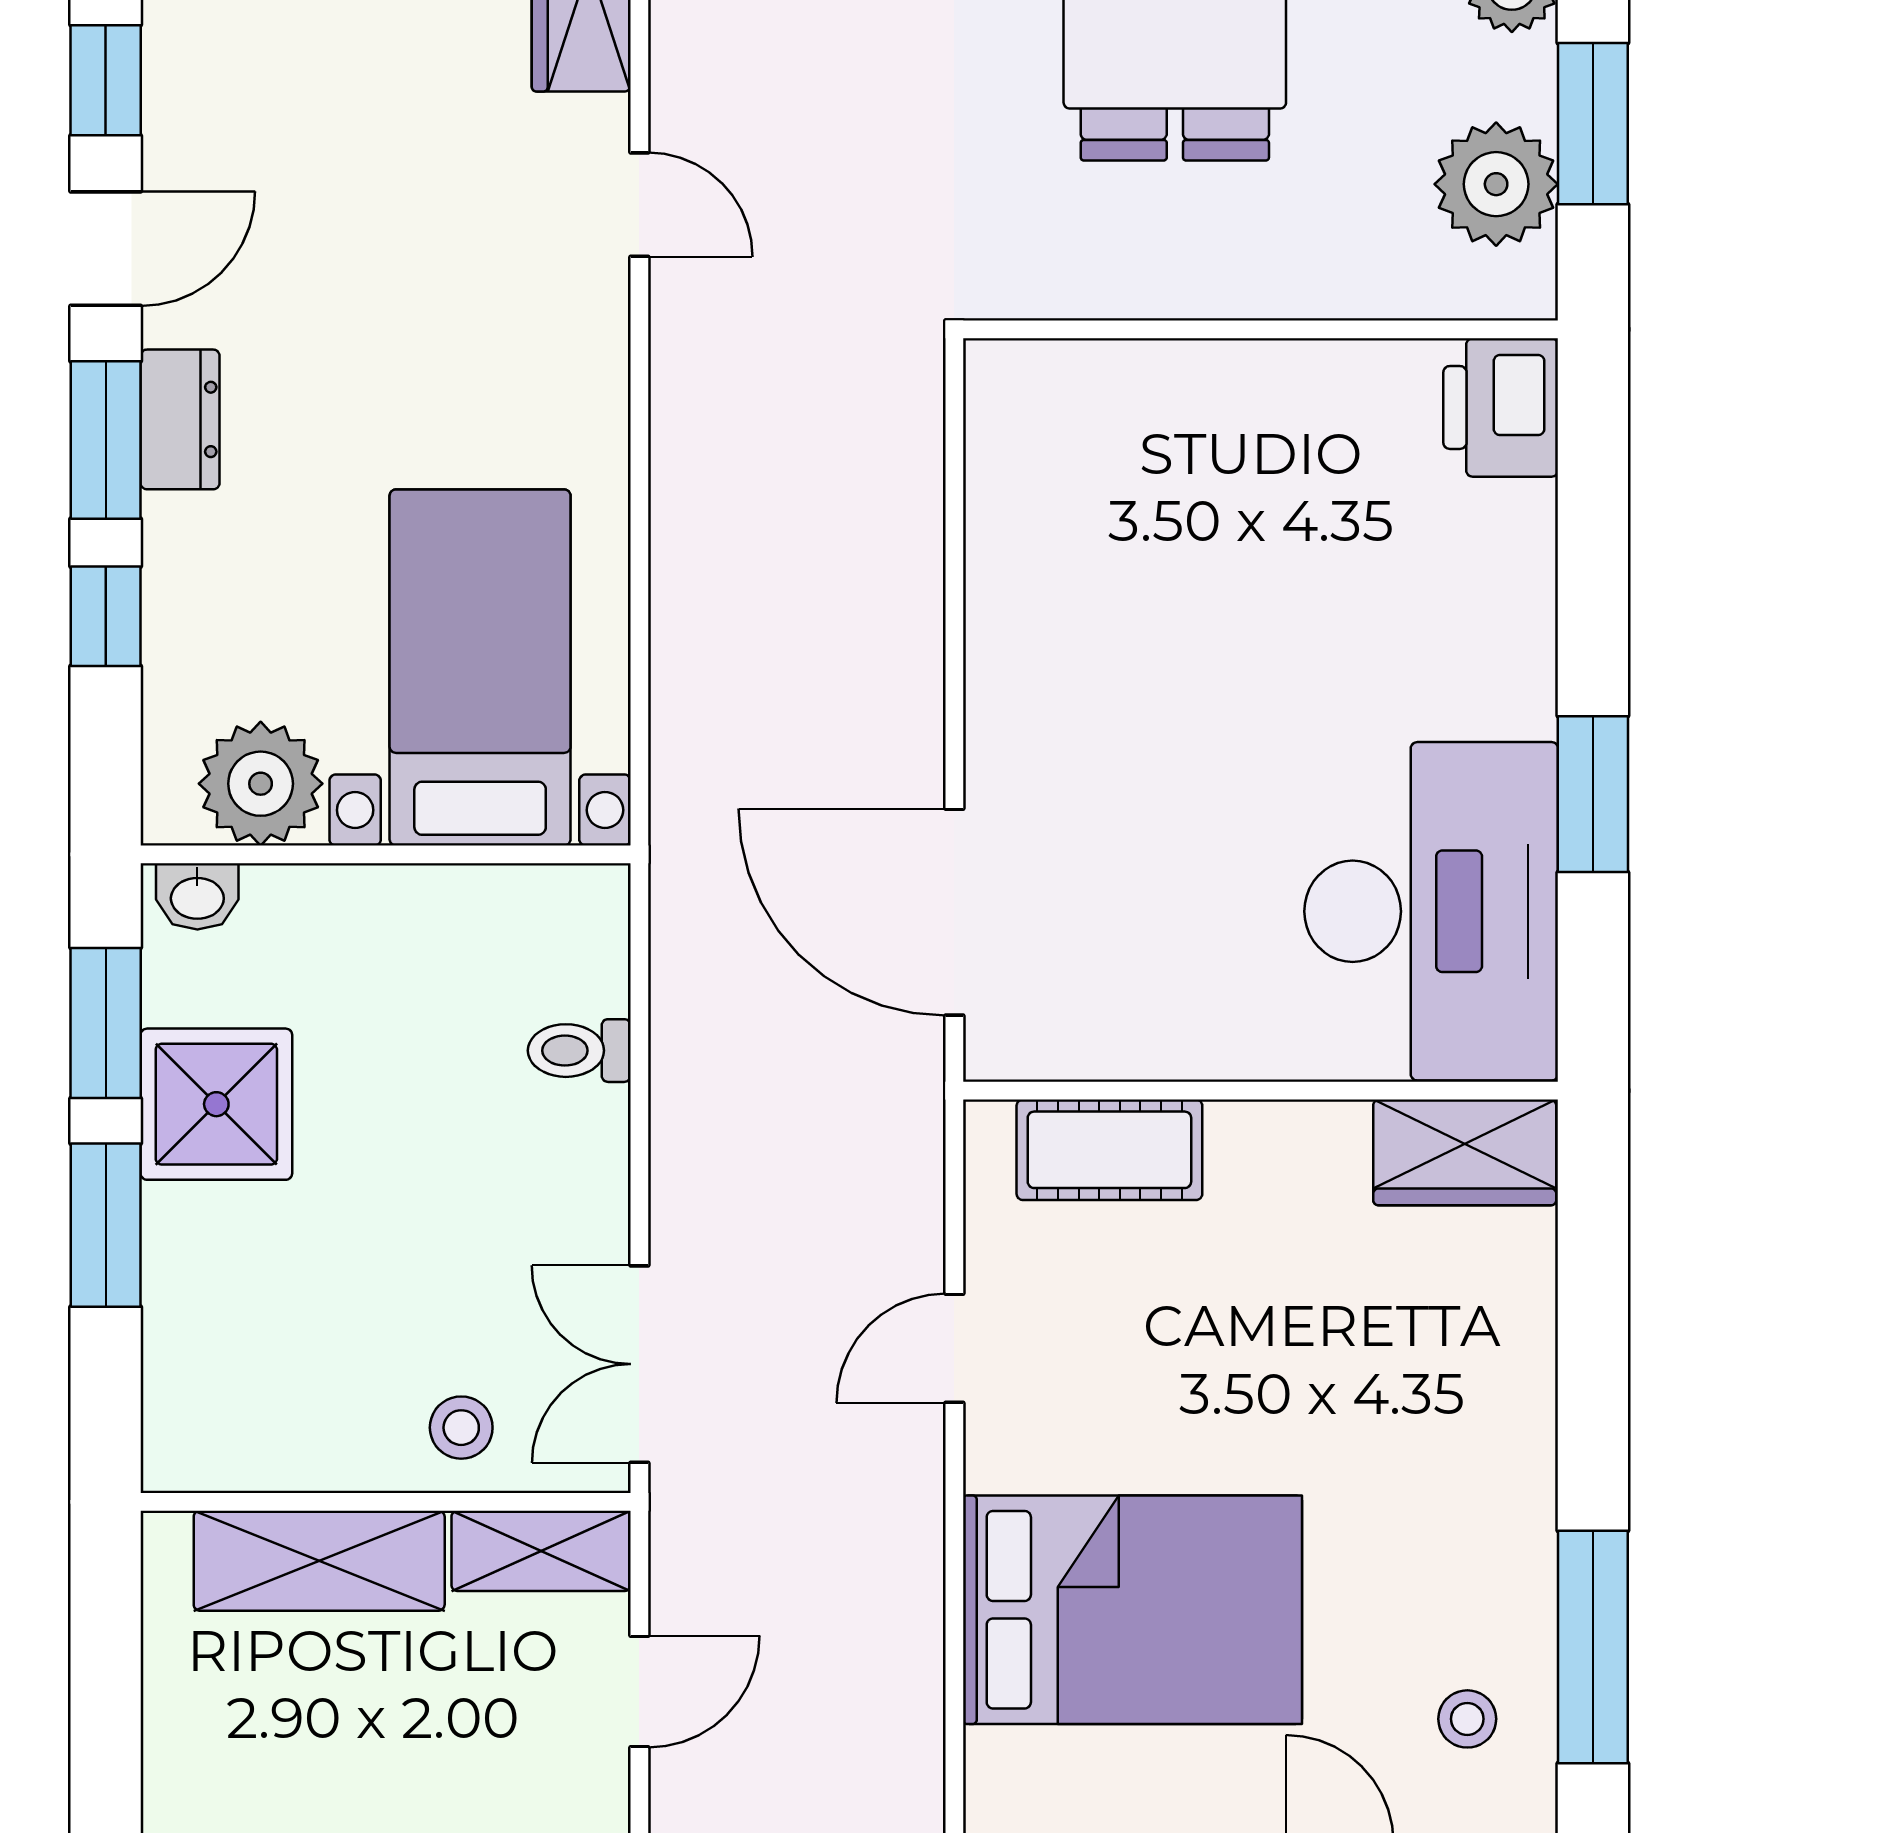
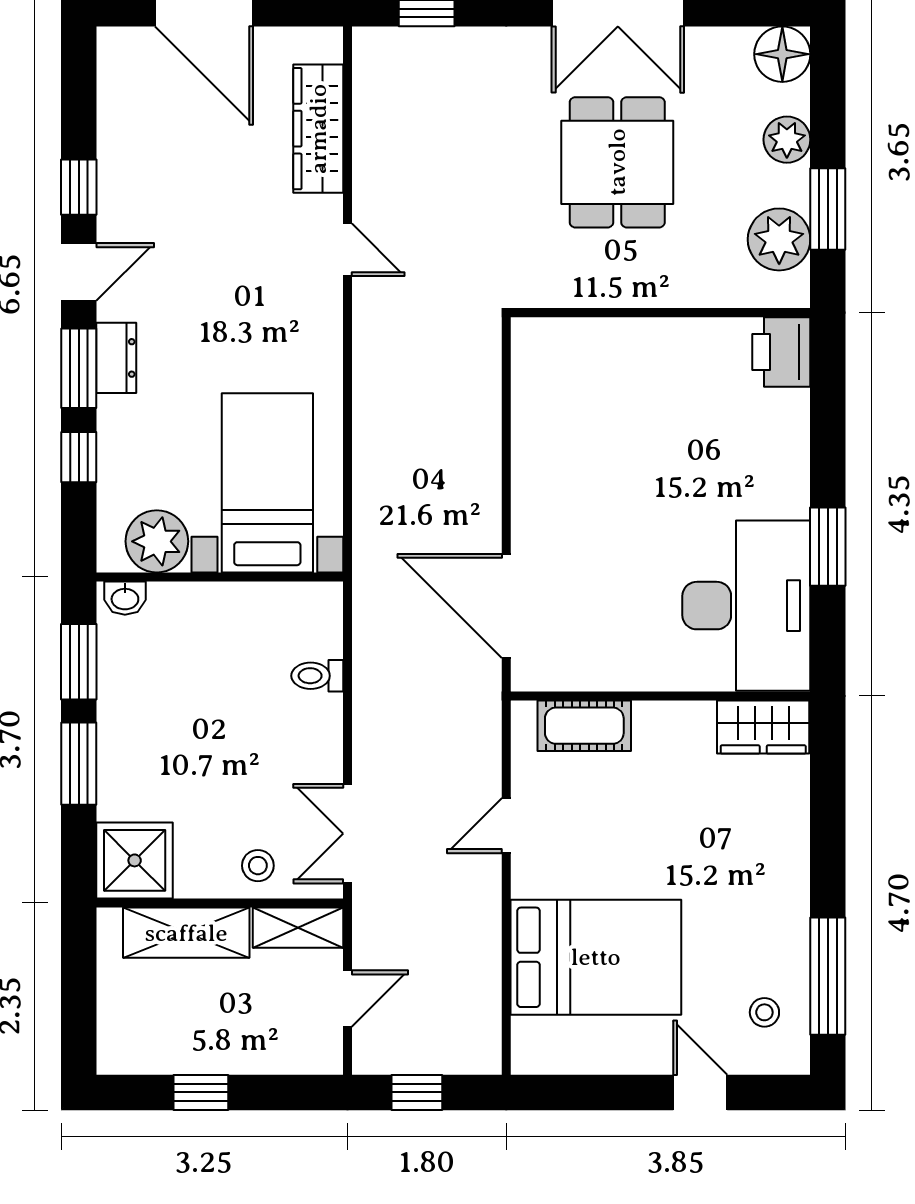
shower: (216, 1104) -> (135, 860), moved

